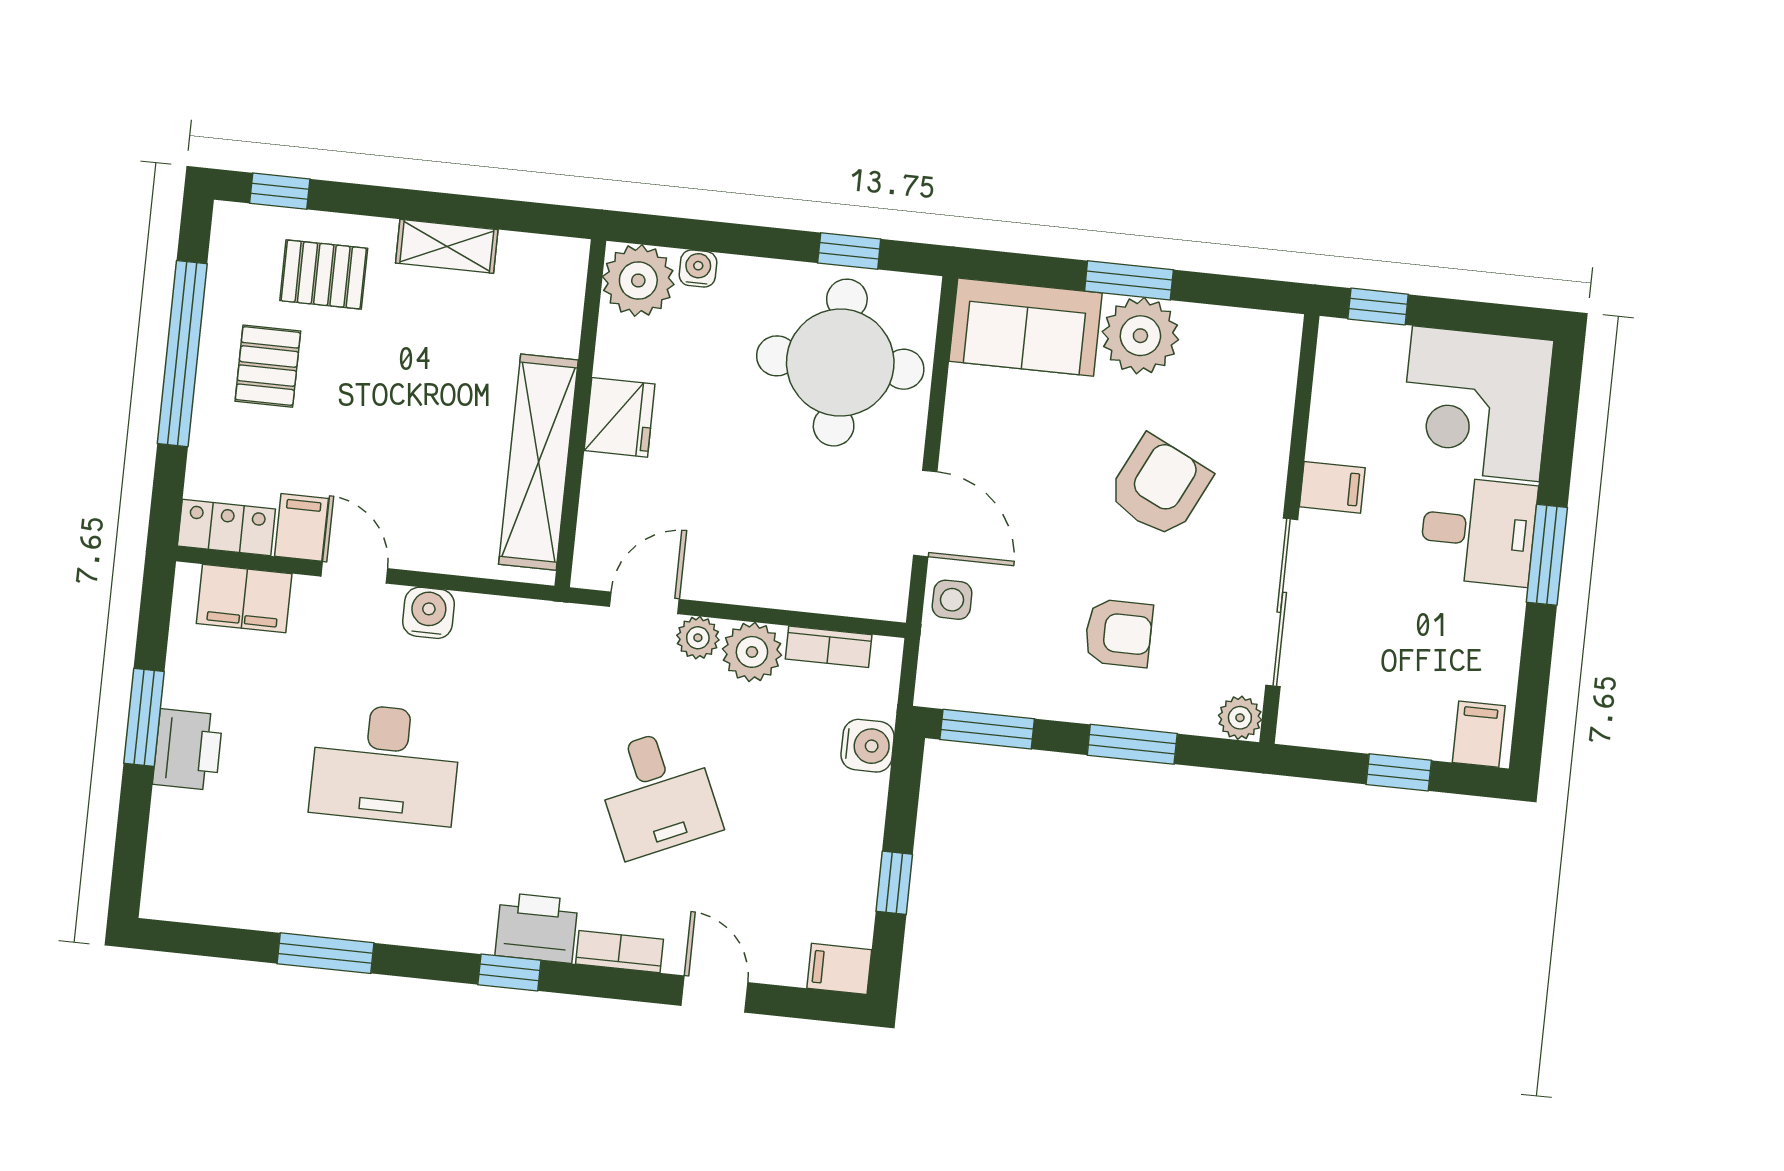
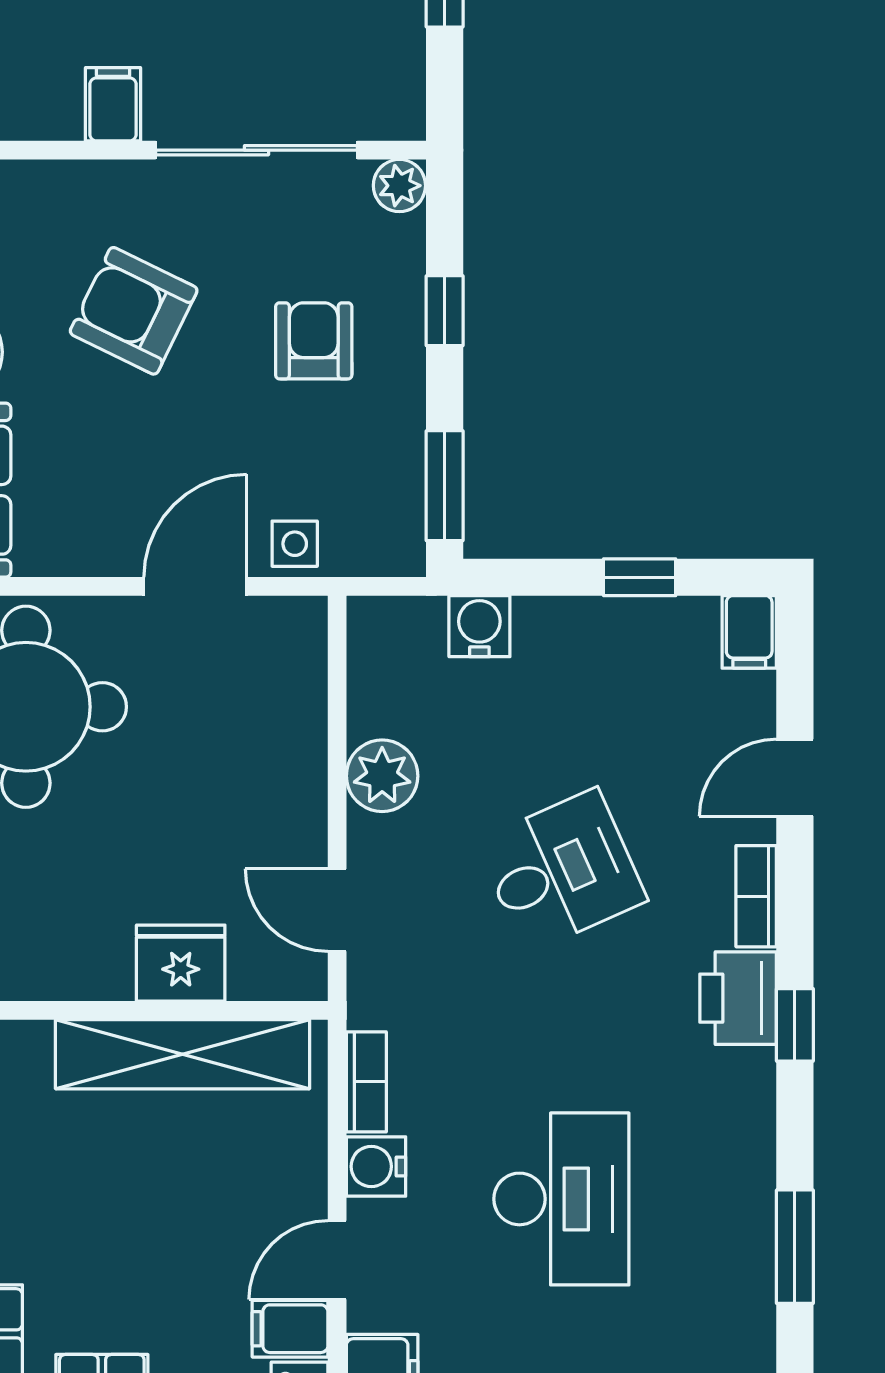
fridge: (620, 417) -> (181, 963), moved
plant: (698, 638) -> (372, 842), removed
bookcase: (829, 647) -> (366, 1082), moved
window: (1132, 744) -> (445, 311), width x0.67

